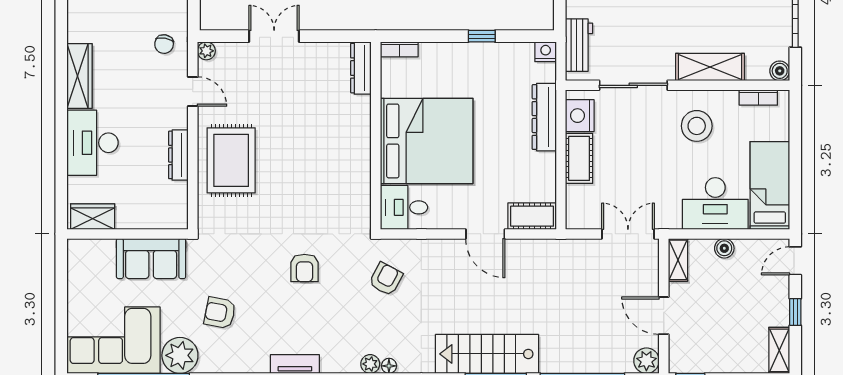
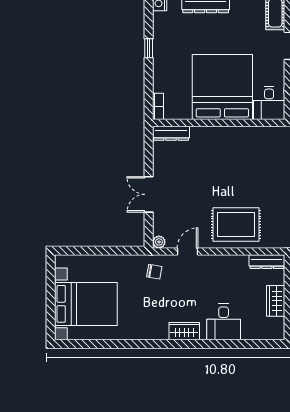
wardrobe: (80, 76) -> (184, 331), width x0.67
desk: (93, 143) -> (224, 322), width x0.73
dresser: (178, 155) -> (267, 262), moved
wardrobe: (93, 217) -> (276, 301), moved

